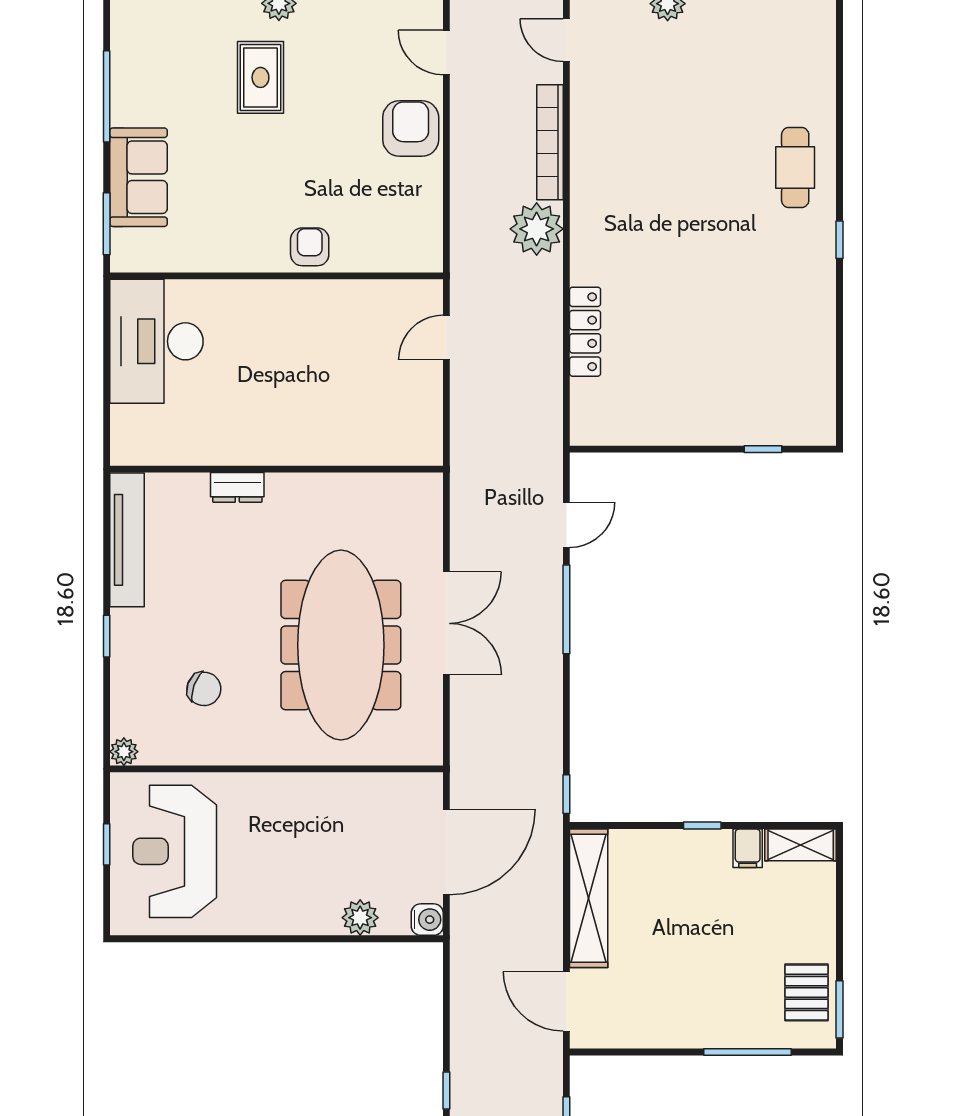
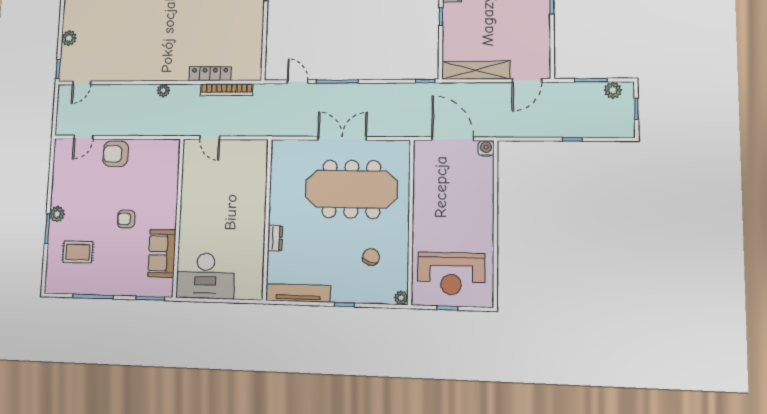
rug: (260, 77) -> (78, 252), moved
bookcase: (550, 142) -> (227, 90), moved
sofa: (139, 177) -> (162, 253), moved, turned -90
plant: (537, 229) -> (163, 90), width x0.53, depth x0.53
armchair: (310, 247) -> (126, 219), moved
plant: (360, 918) -> (485, 181), removed

